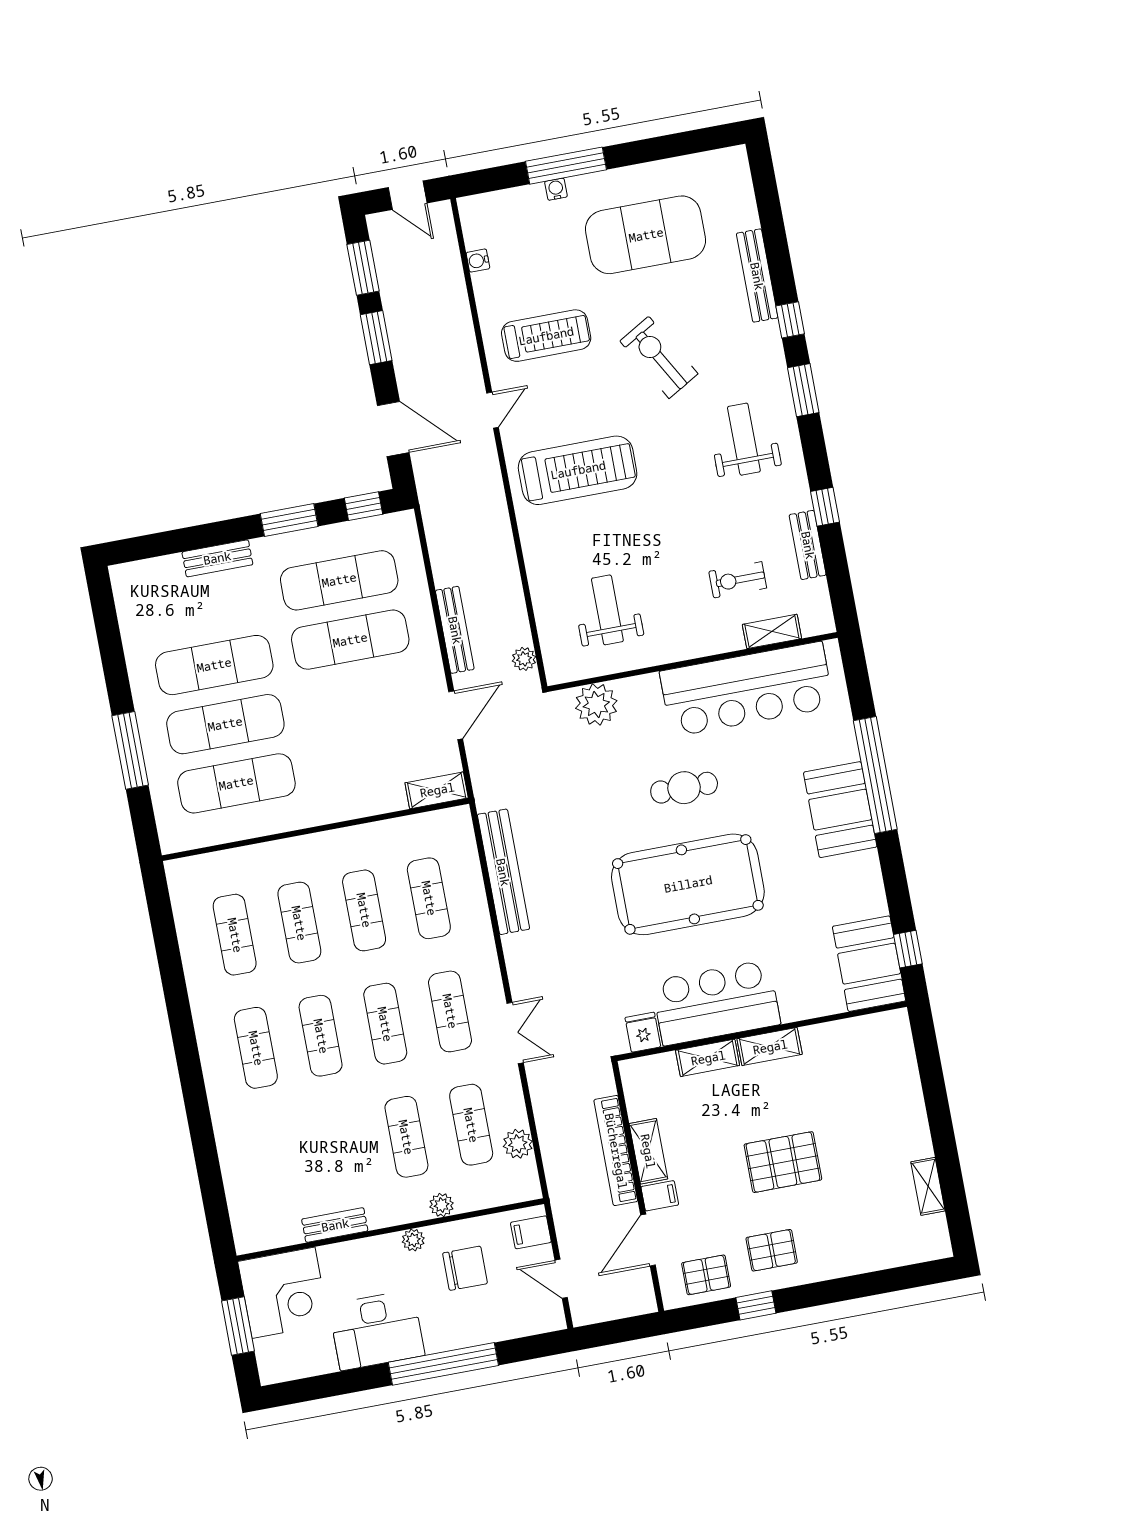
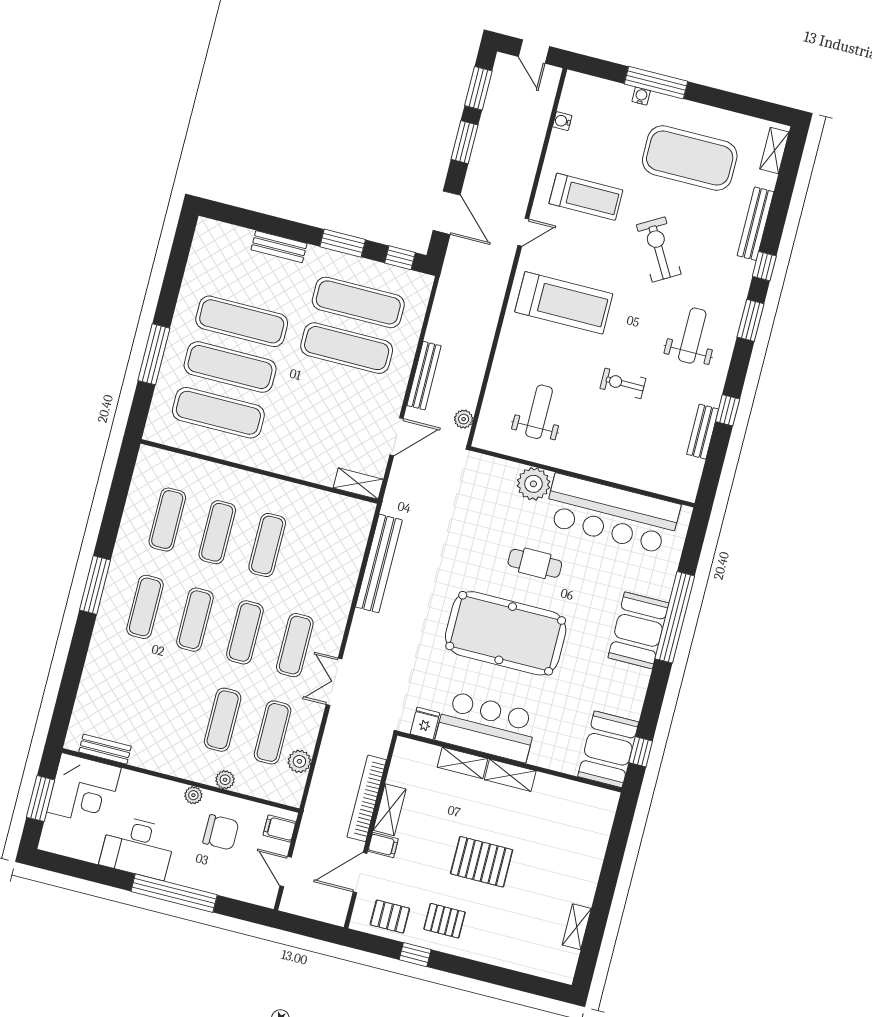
exercise bike: (738, 580) -> (623, 383), moved
shelving: (772, 631) -> (774, 150), moved, turned 90
plant: (596, 704) -> (533, 484), moved
exercise mat: (429, 898) -> (317, 558), removed
double door: (515, 1033) -> (334, 682), swing flipped
window: (186, 1049) -> (95, 585), added
bench: (335, 1225) -> (105, 749), moved

